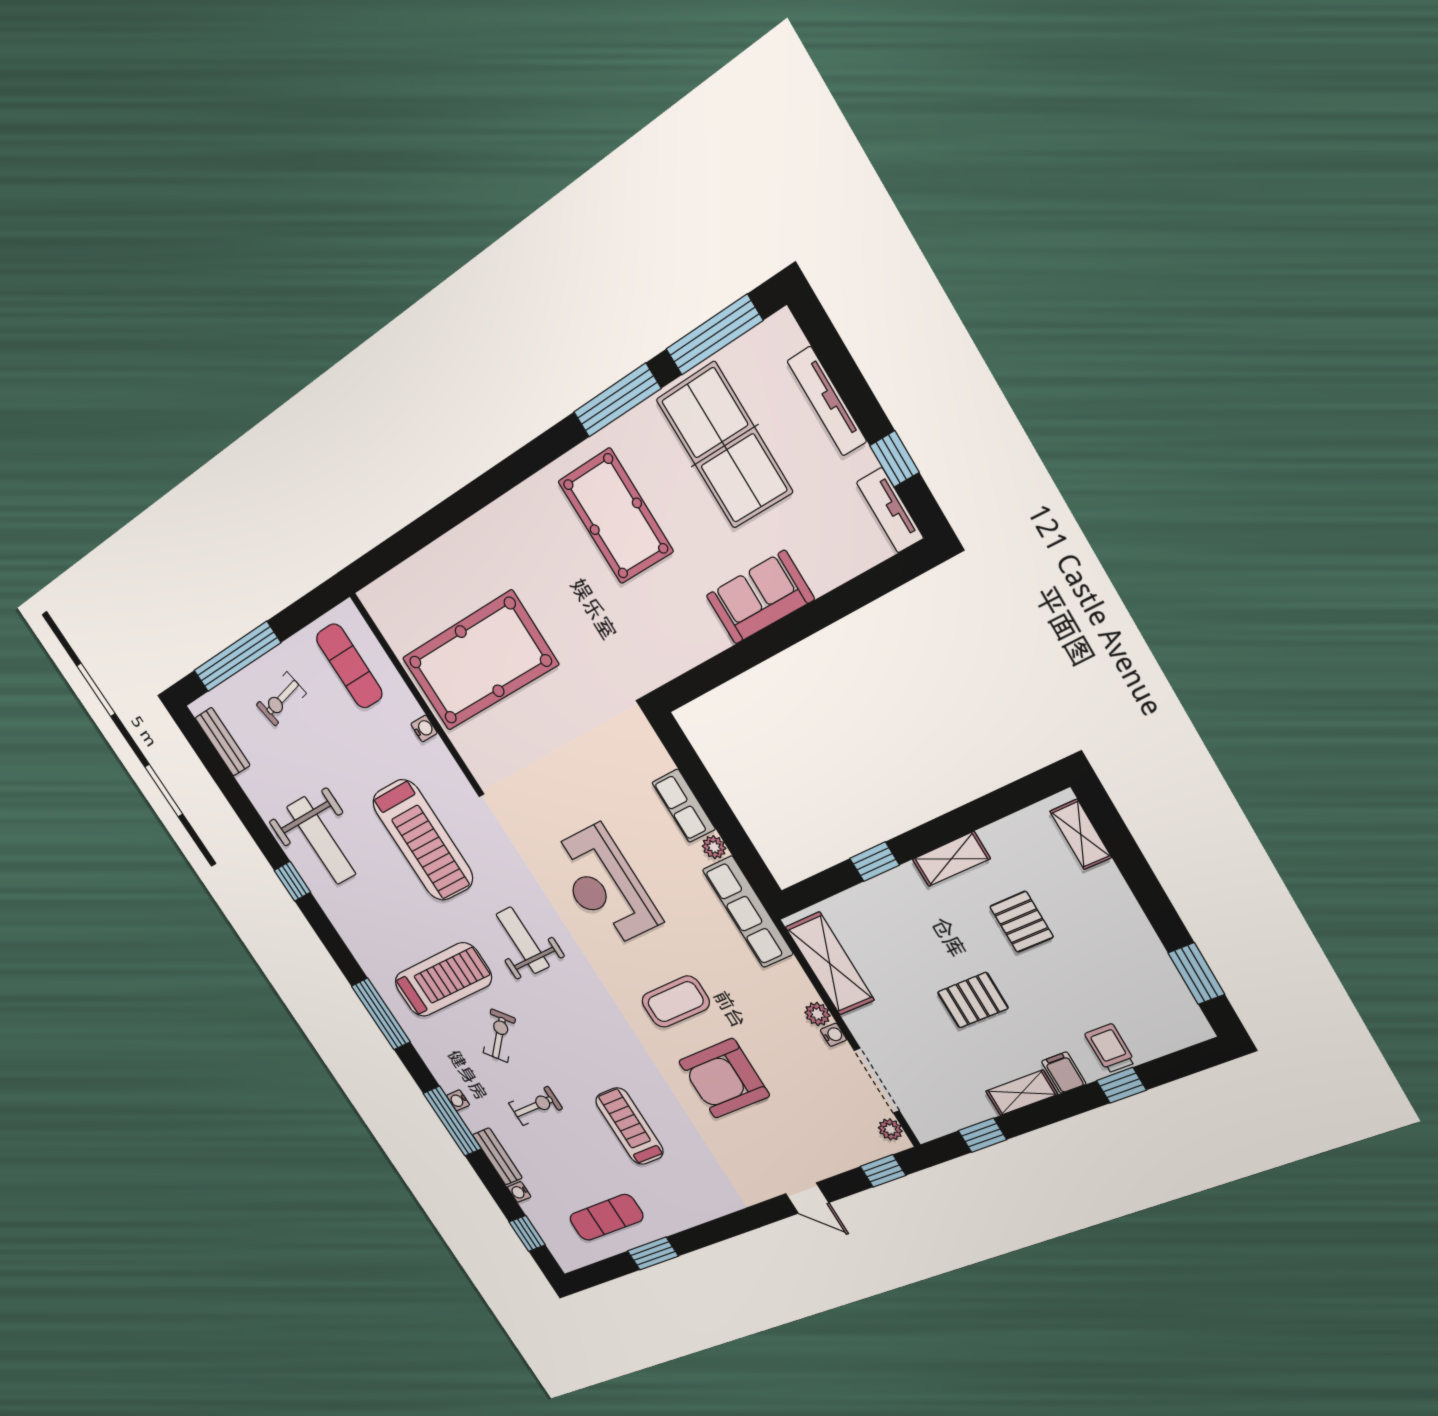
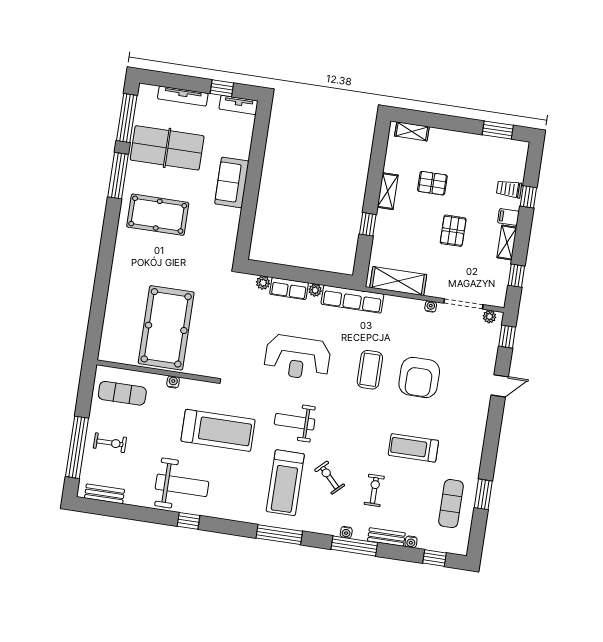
exercise bike: (281, 699) -> (110, 443), turned -79
treadmill: (443, 980) -> (285, 483), turned 180
plant: (817, 1014) -> (263, 283), moved

